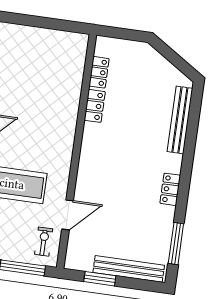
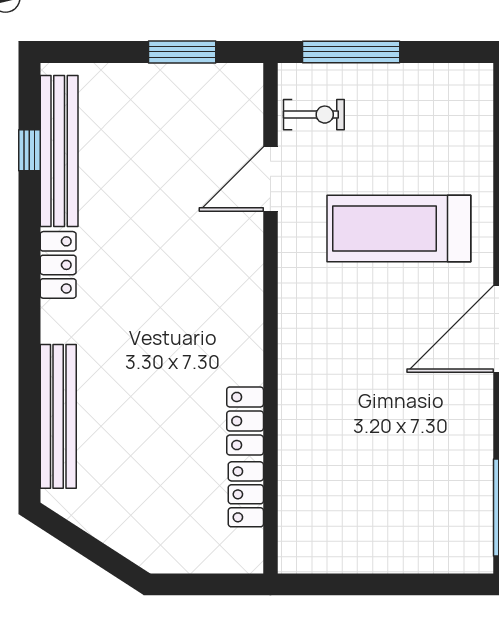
exercise bike: (44, 242) -> (314, 115), turned -90
window: (176, 244) -> (29, 150), width x0.46
bench: (129, 269) -> (59, 151), moved, turned 90

